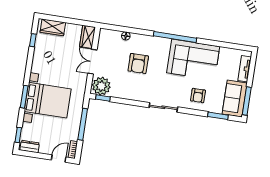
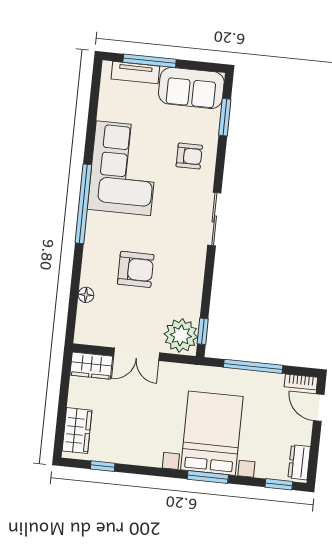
window: (247, 101) -> (150, 61), moved

